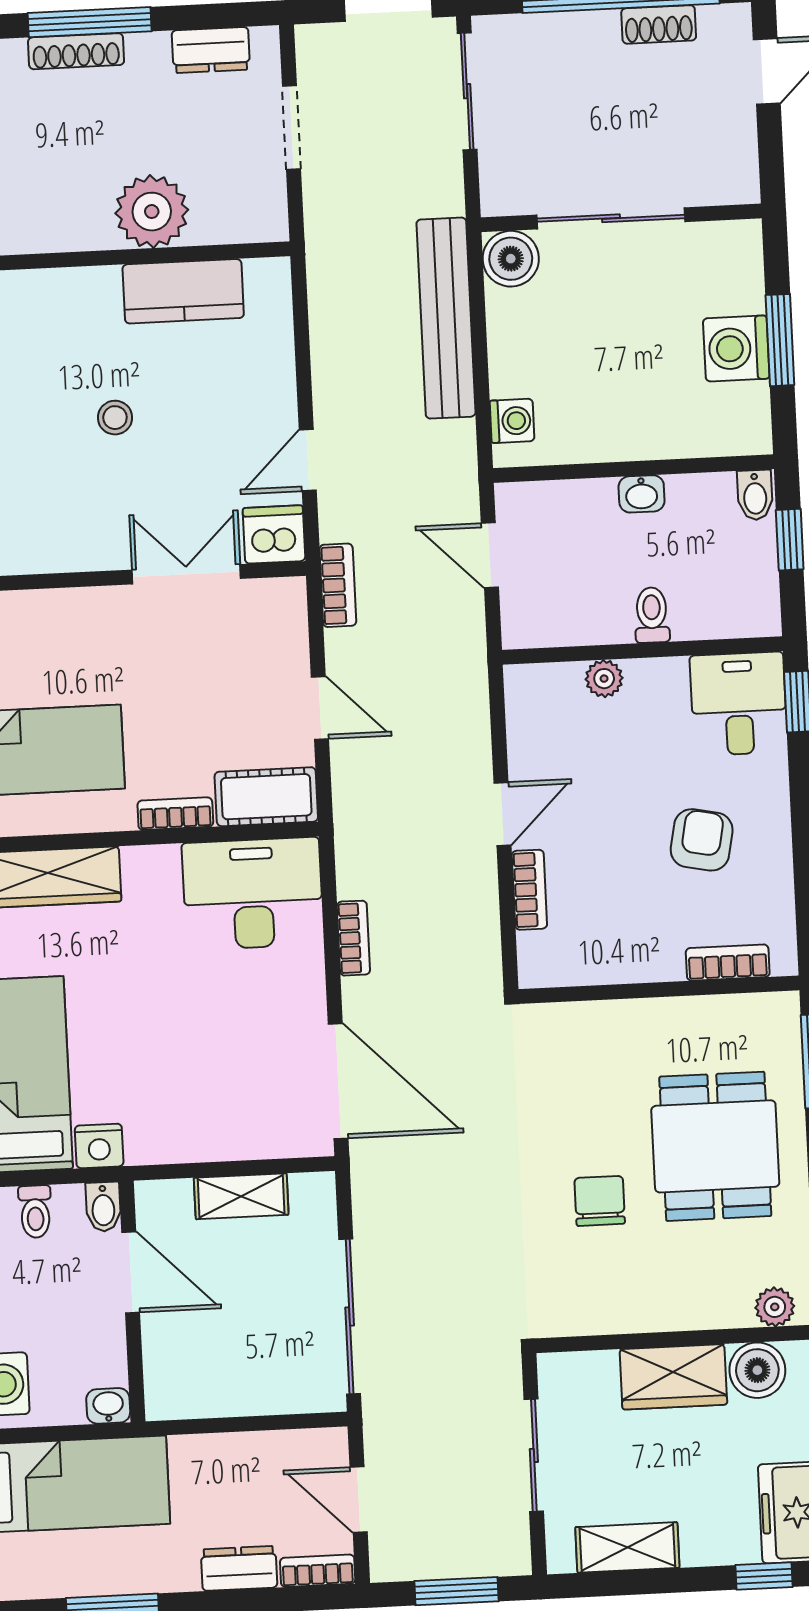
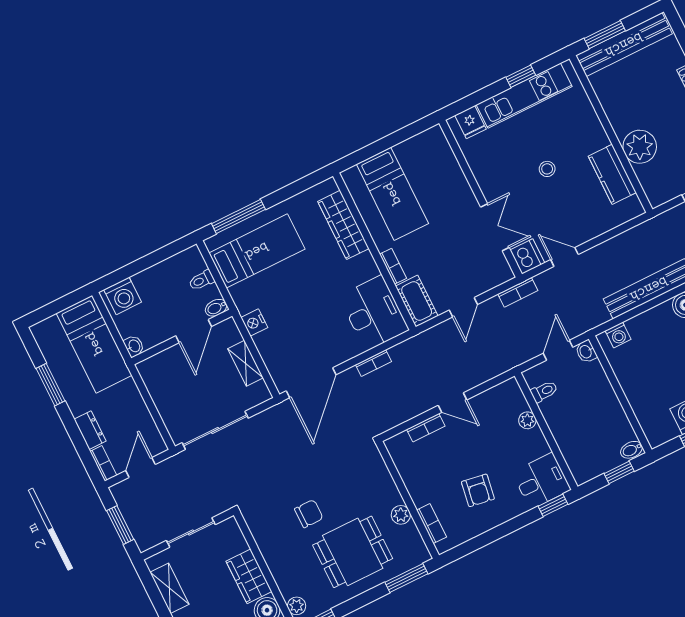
washbasin: (642, 494) -> (586, 352), moved
toilet: (652, 615) -> (544, 391), moved
armchair: (702, 840) -> (478, 490), turned 88
plant: (683, 1017) -> (401, 515), added
nightstand: (99, 1146) -> (254, 322), moved

